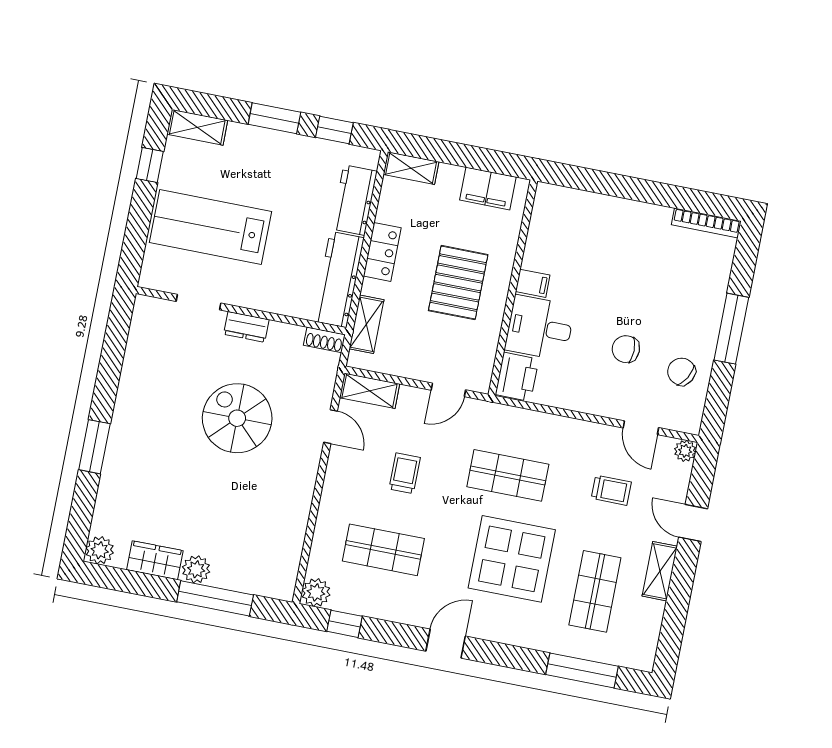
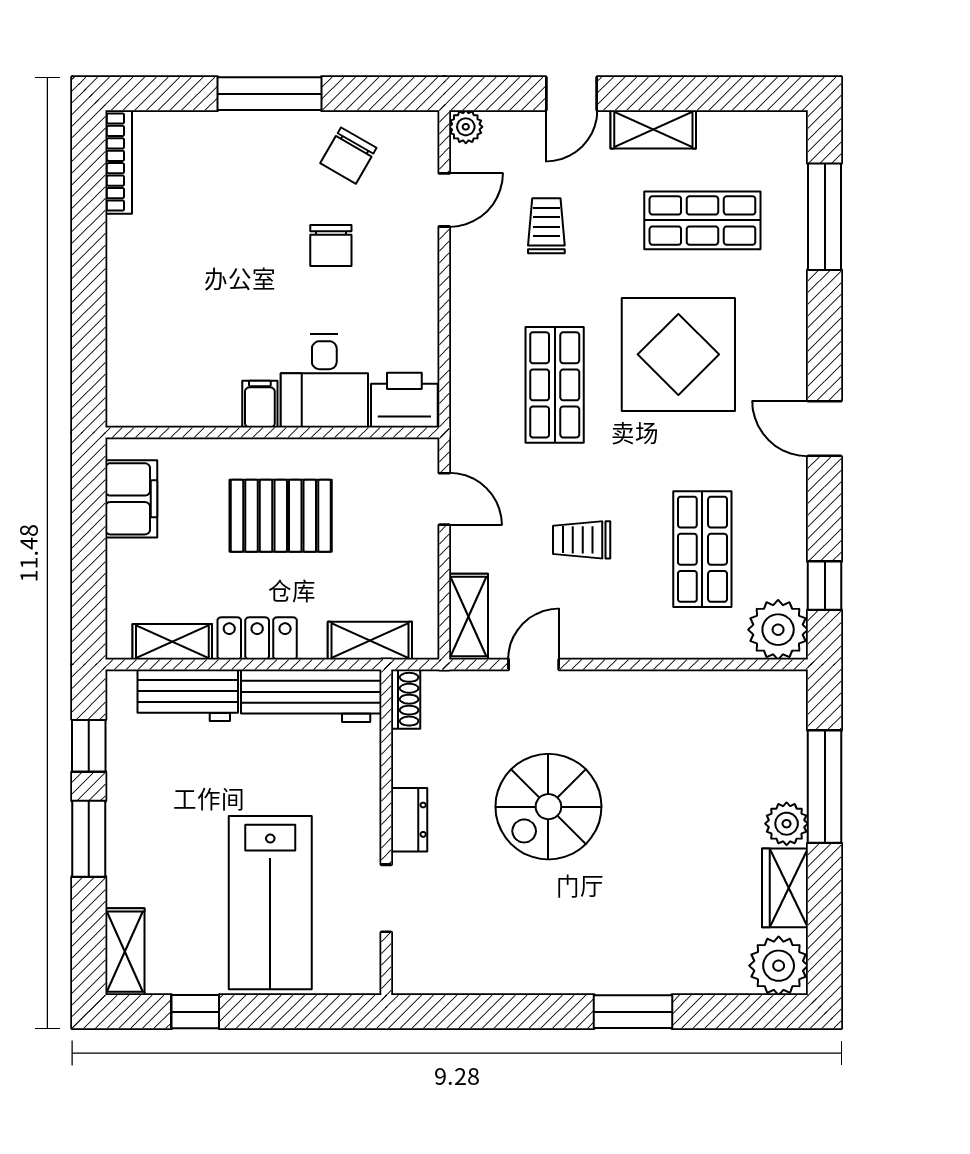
shelving: (411, 168) -> (172, 642), moved, turned 90
plant: (100, 550) -> (779, 966), width x1.36, depth x1.36
plant: (316, 592) -> (778, 630), width x1.36, depth x1.36

